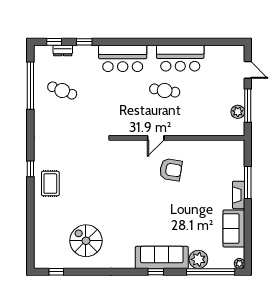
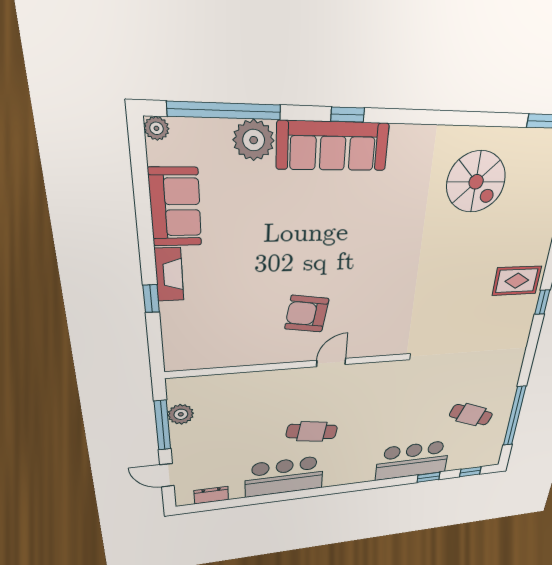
dresser: (63, 50) -> (211, 495), moved
bar counter: (123, 58) -> (413, 460), moved
window: (248, 183) -> (151, 299), width x0.46
rug: (50, 184) -> (517, 281), turned 90

